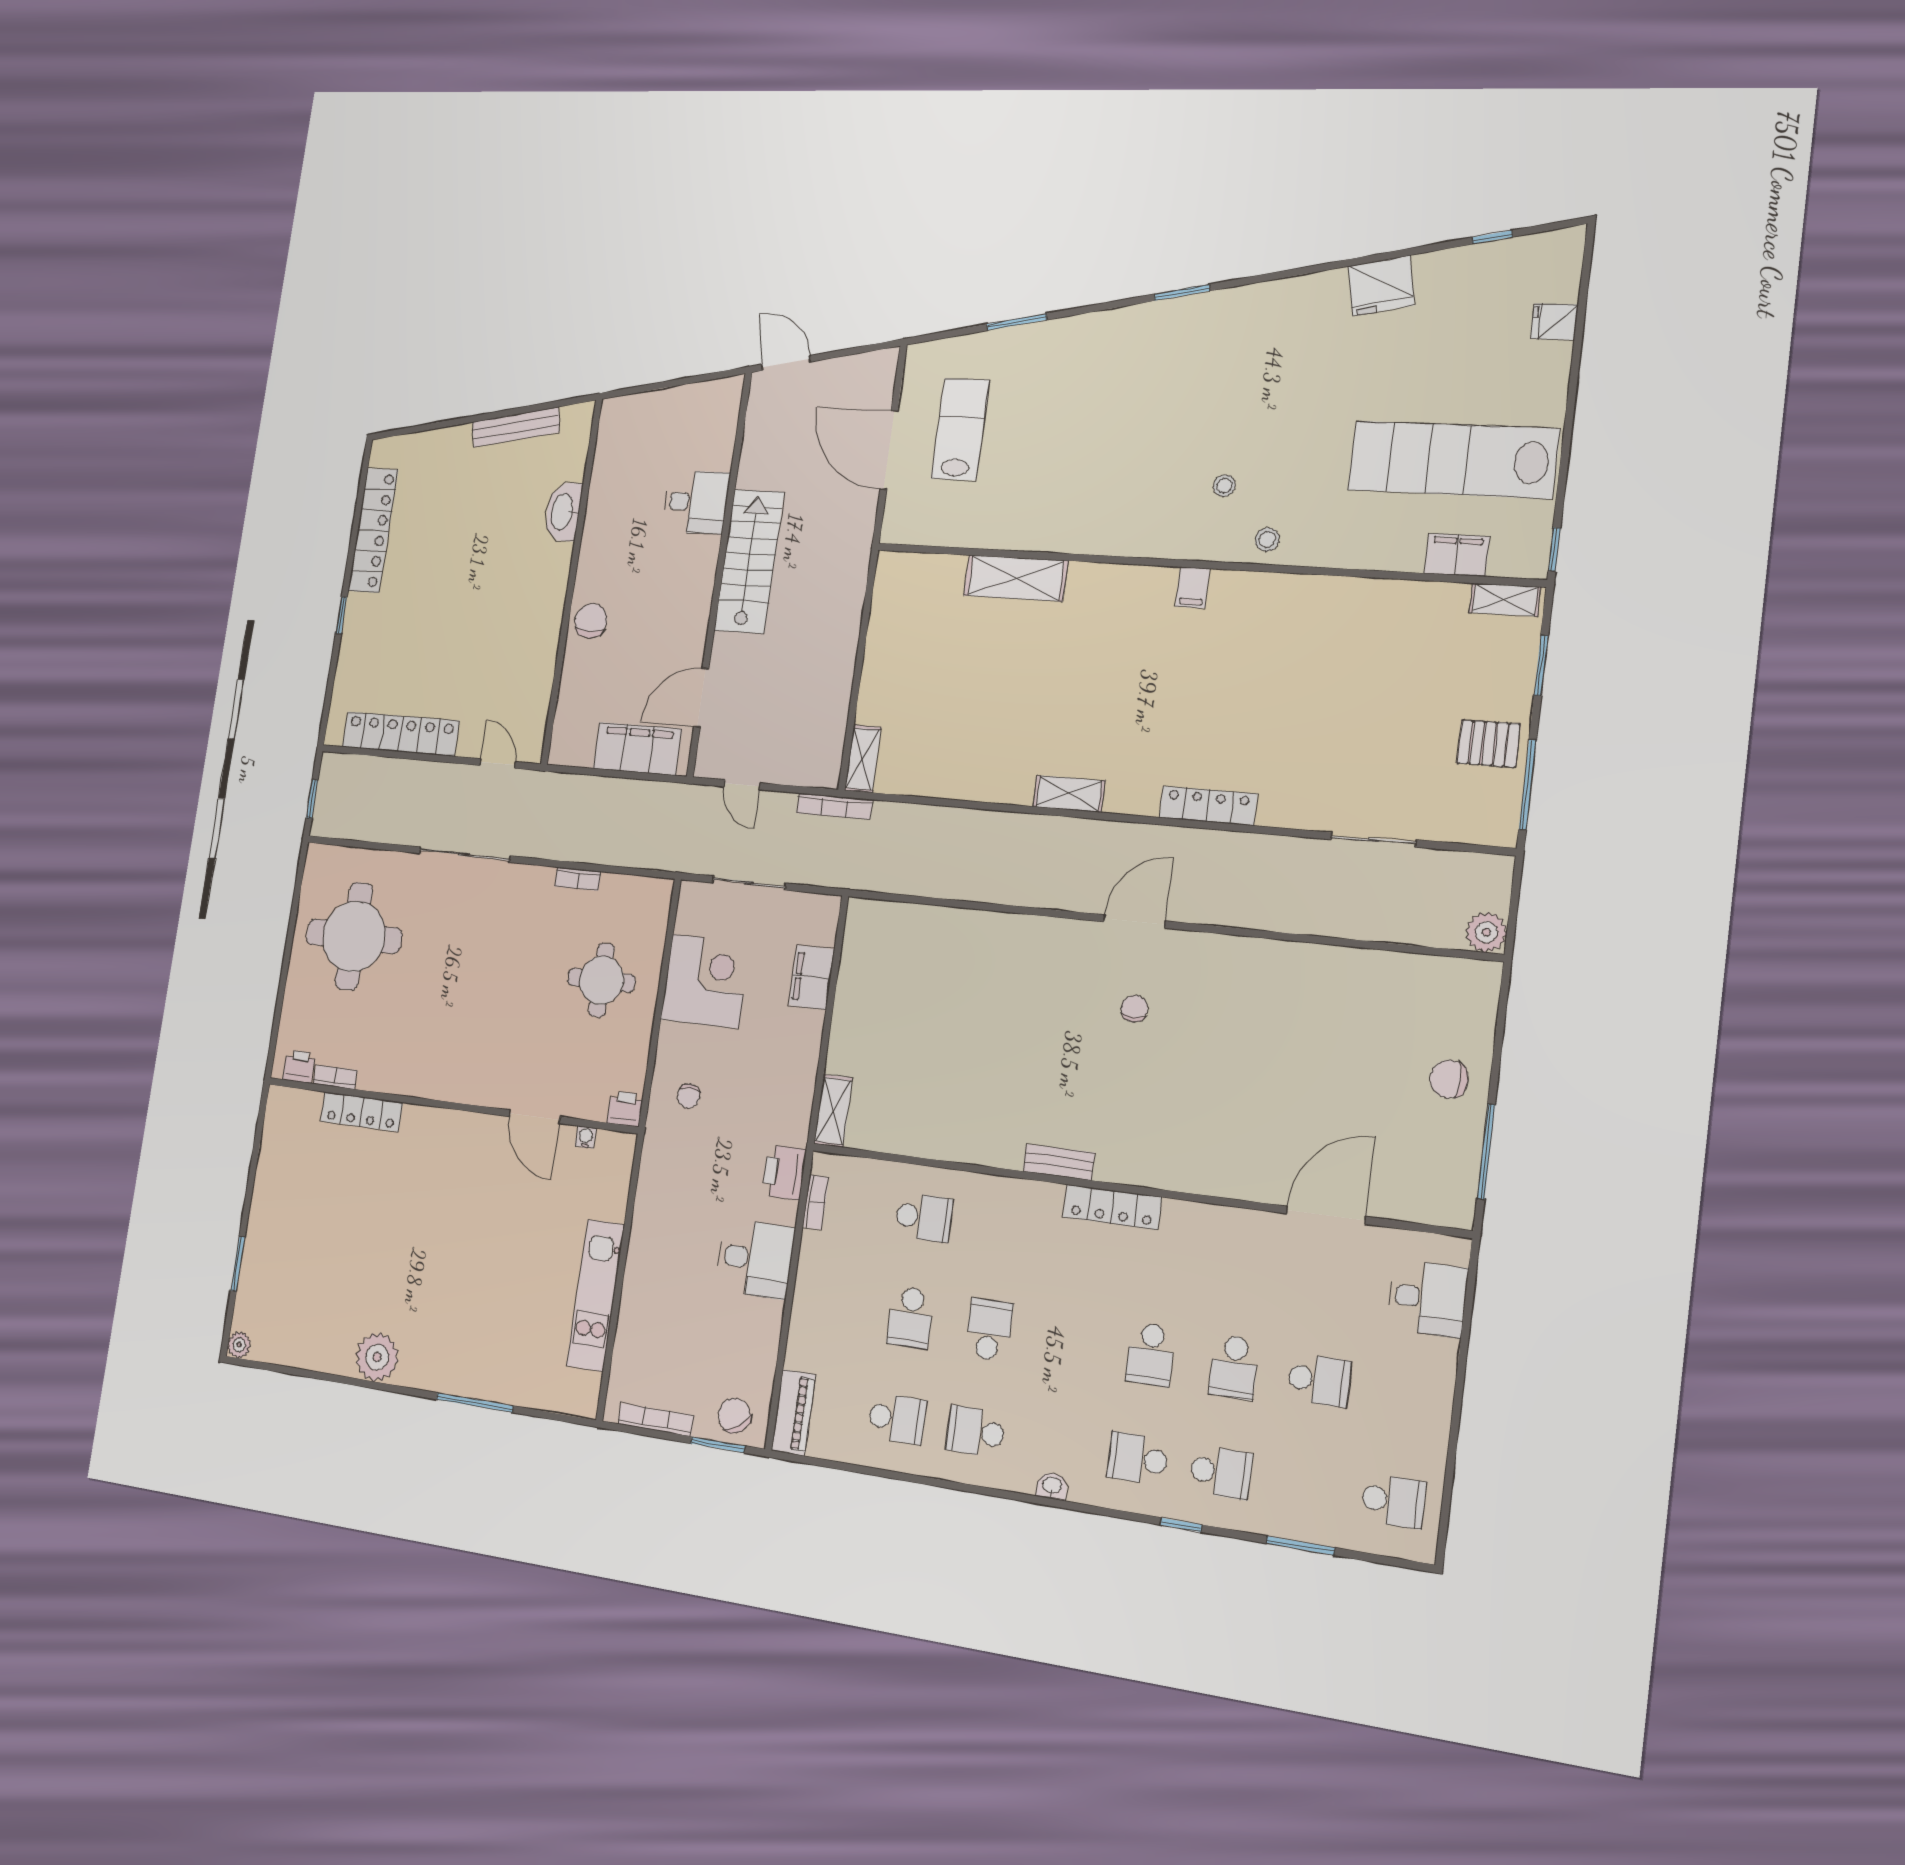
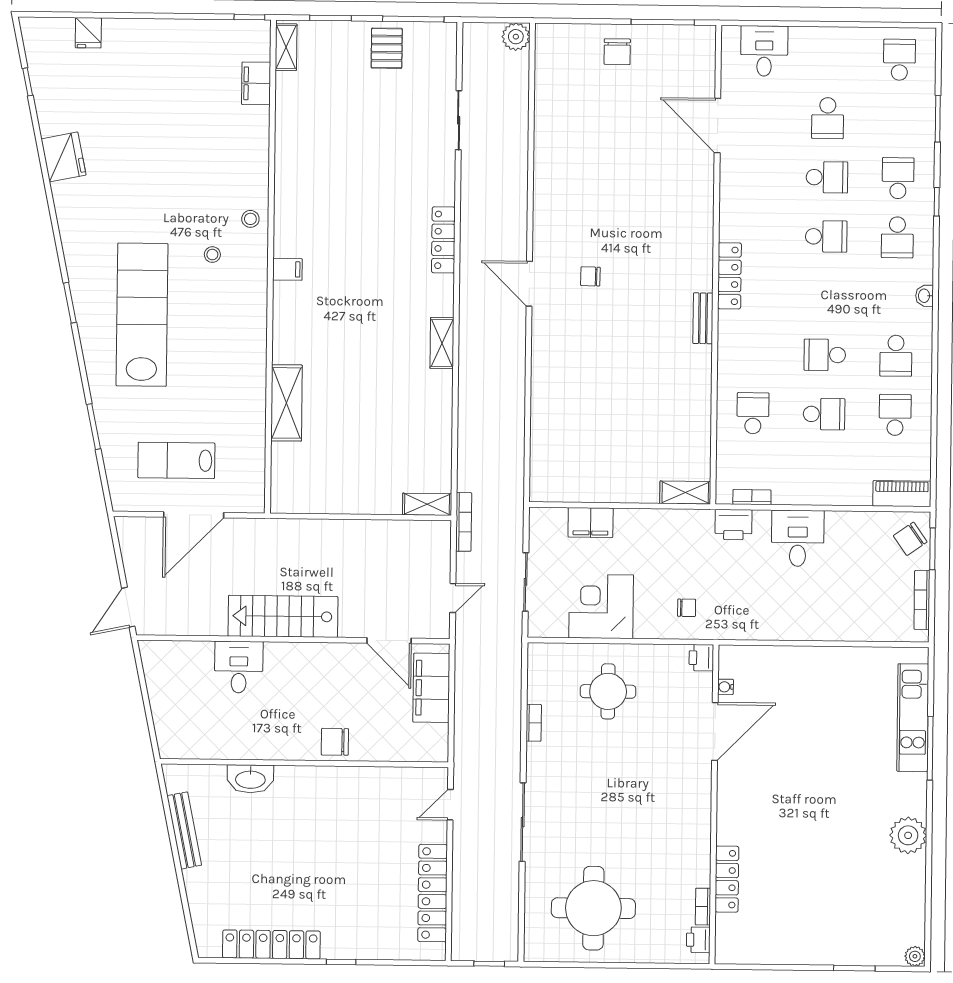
lab bench: (1453, 459) -> (142, 315), moved, turned 180
door: (534, 1117) -> (715, 731), width x1.36
kitchen unit: (595, 1295) -> (913, 718), moved, turned 90
school desk: (1319, 1380) -> (828, 118), turned 180

